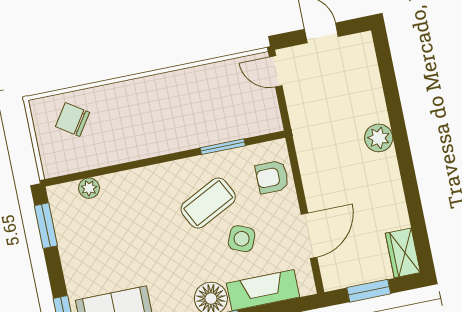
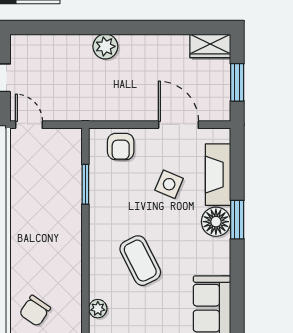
door: (276, 71) -> (29, 125), swing flipped
coffee table: (208, 203) -> (140, 261), moved

